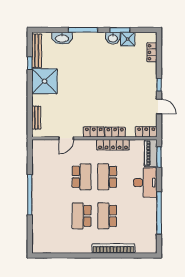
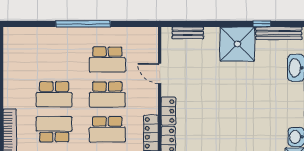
school desk: (56, 177) -> (107, 60), added
school desk: (107, 177) -> (107, 129), turned 180
school desk: (82, 216) -> (54, 94), turned 180

